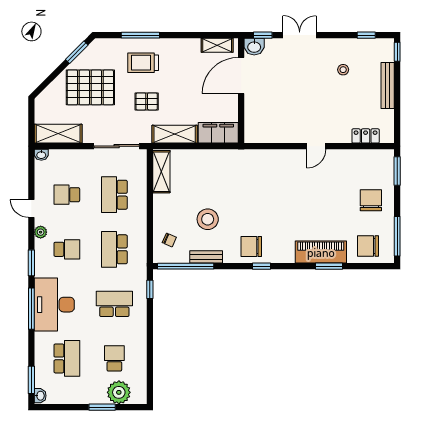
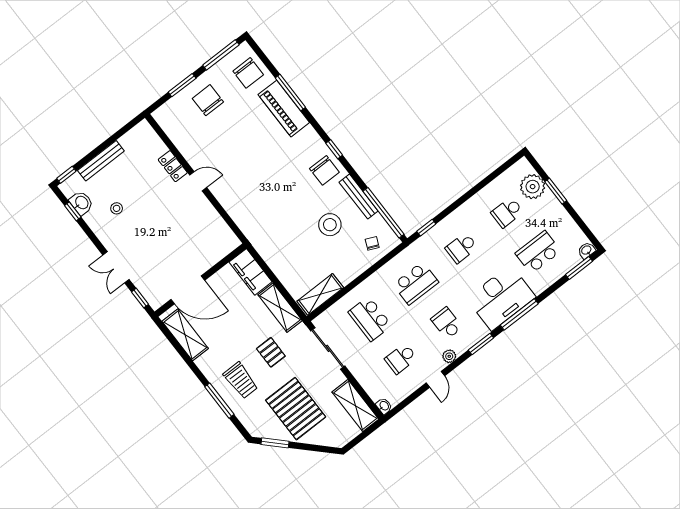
shelving: (217, 45) -> (185, 335), width x1.50, depth x1.33
washbasin: (254, 47) -> (81, 203), moved
locker: (366, 136) -> (173, 166), moved
window: (397, 171) -> (182, 85), moved
school desk: (67, 195) -> (401, 359), turned 90
school desk: (114, 195) -> (370, 319), turned 90
chair: (371, 200) -> (208, 100), turned 90
bench: (206, 257) -> (359, 197), width x1.36
window: (329, 266) -> (290, 93), width x1.44
school desk: (114, 304) -> (461, 248), width x0.54

